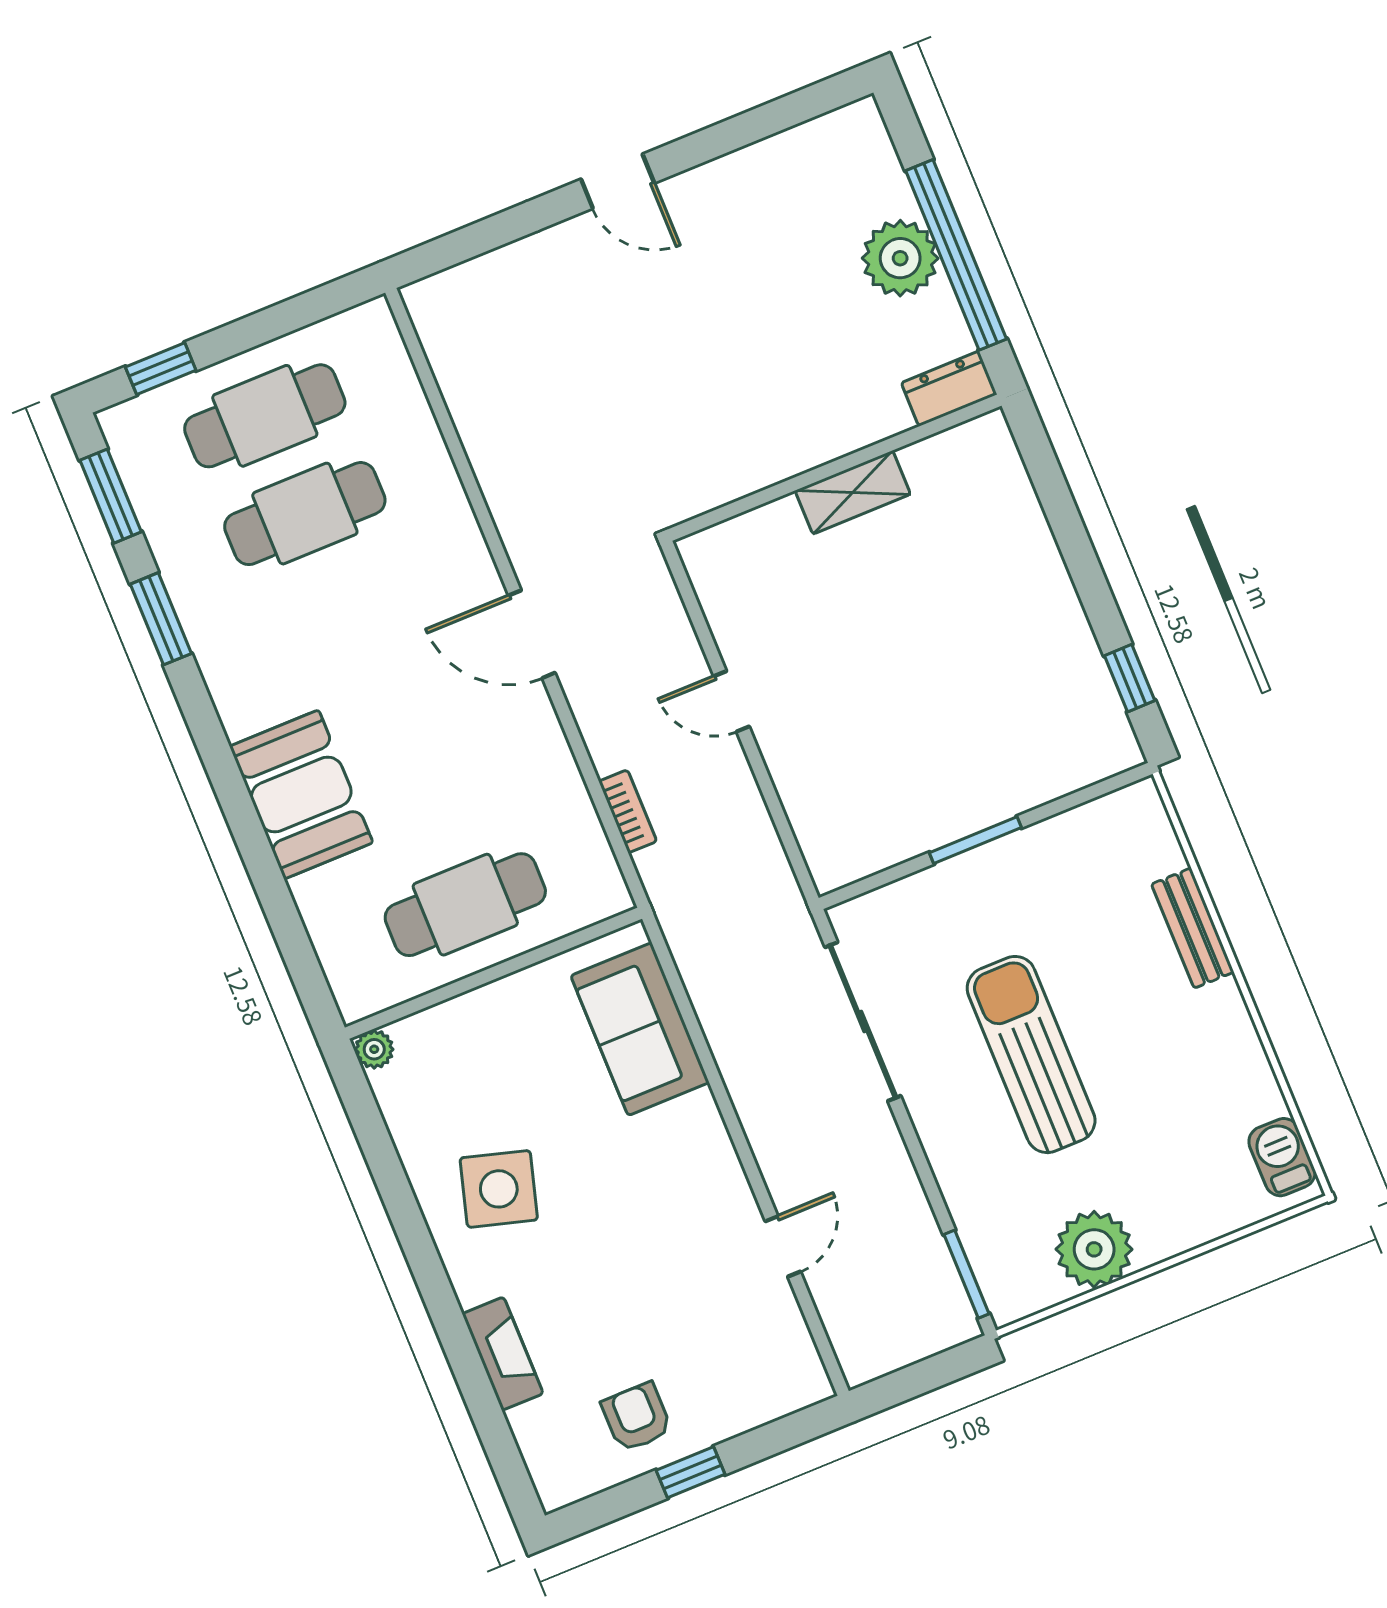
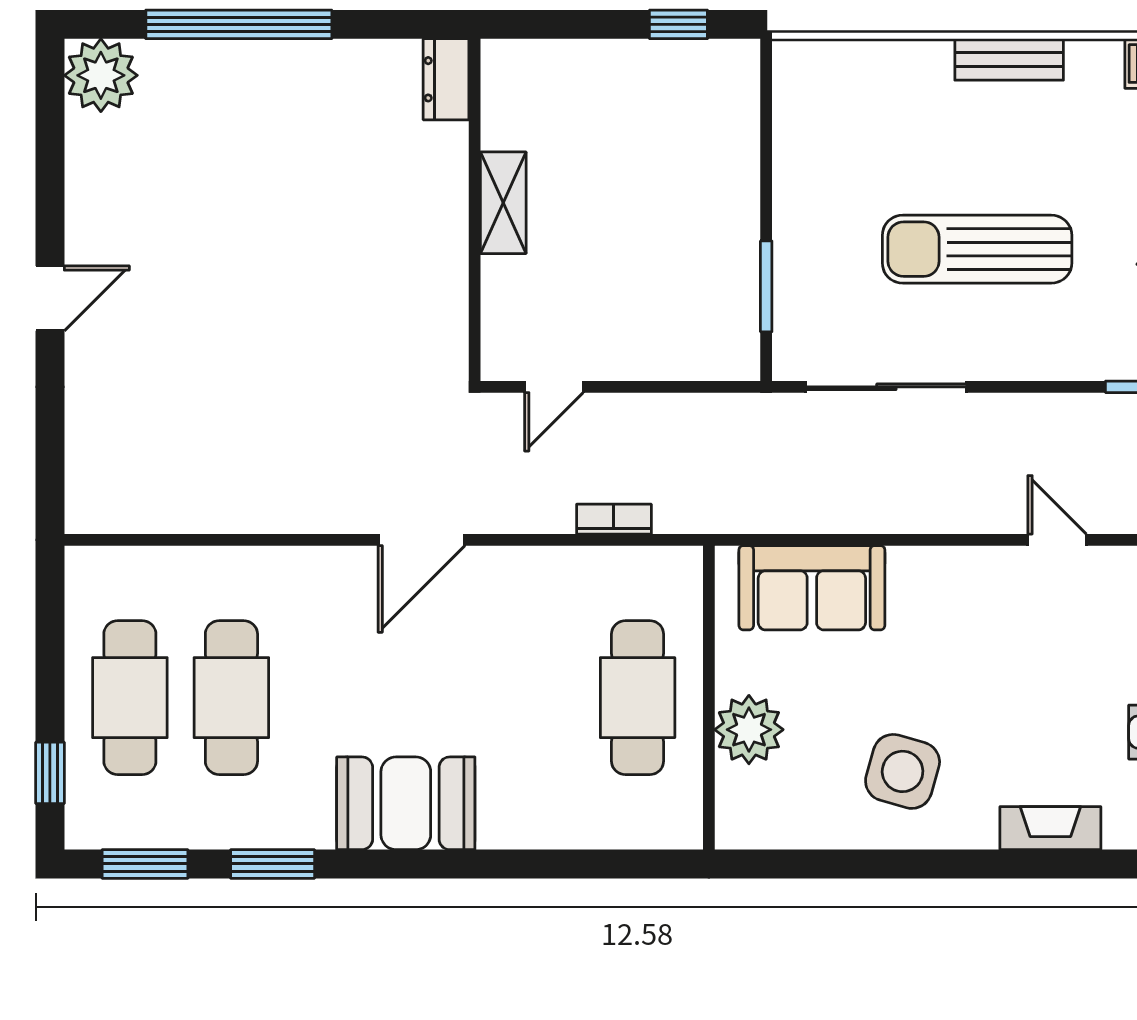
plant: (900, 258) -> (101, 75), moved
dresser: (949, 389) -> (446, 79), moved
wall: (835, 468) -> (475, 210), moved
shelving: (853, 492) -> (503, 203), moved
booth: (301, 795) -> (406, 803), moved
window: (975, 840) -> (766, 286), moved
bench: (1193, 928) -> (1009, 59), moved
plant: (374, 1049) -> (749, 730), moved, width x1.87, depth x1.87

